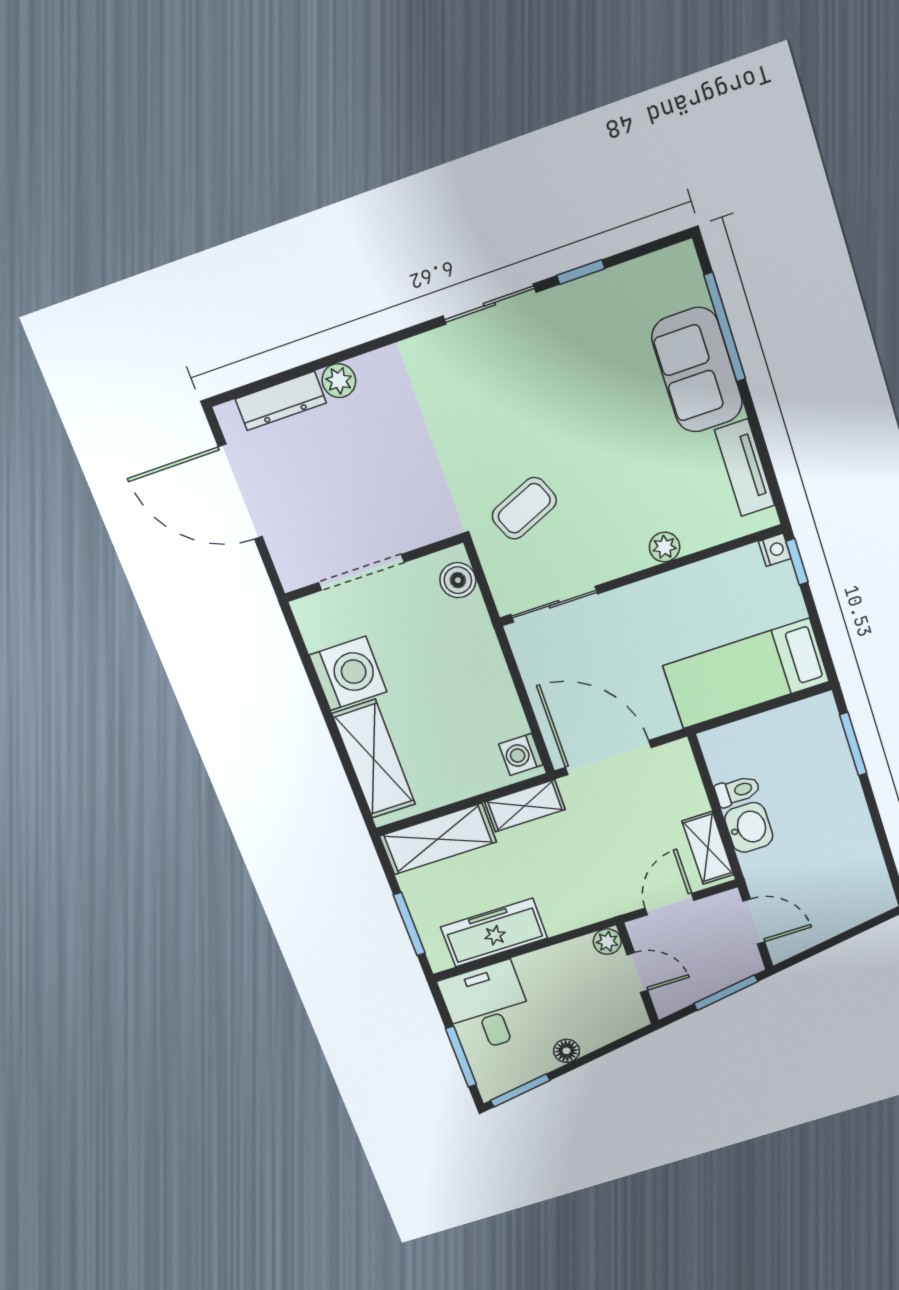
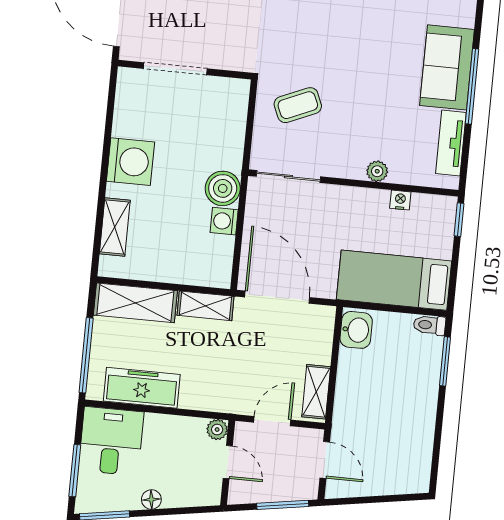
window: (725, 327) -> (472, 86), moved
nightstand: (775, 550) -> (400, 200), moved, turned -90
wall: (374, 568) -> (185, 70), moved
doorway: (361, 572) -> (175, 69), moved
boiler: (458, 580) -> (223, 188), moved, width x1.36, depth x1.36
washing machine: (521, 754) -> (224, 221), moved
shelving: (374, 759) -> (115, 227), width x0.67, depth x0.75
toilet: (737, 791) -> (429, 325), moved, turned 180
washbasin: (749, 827) -> (356, 330), moved
window: (409, 924) -> (86, 355), width x1.44

